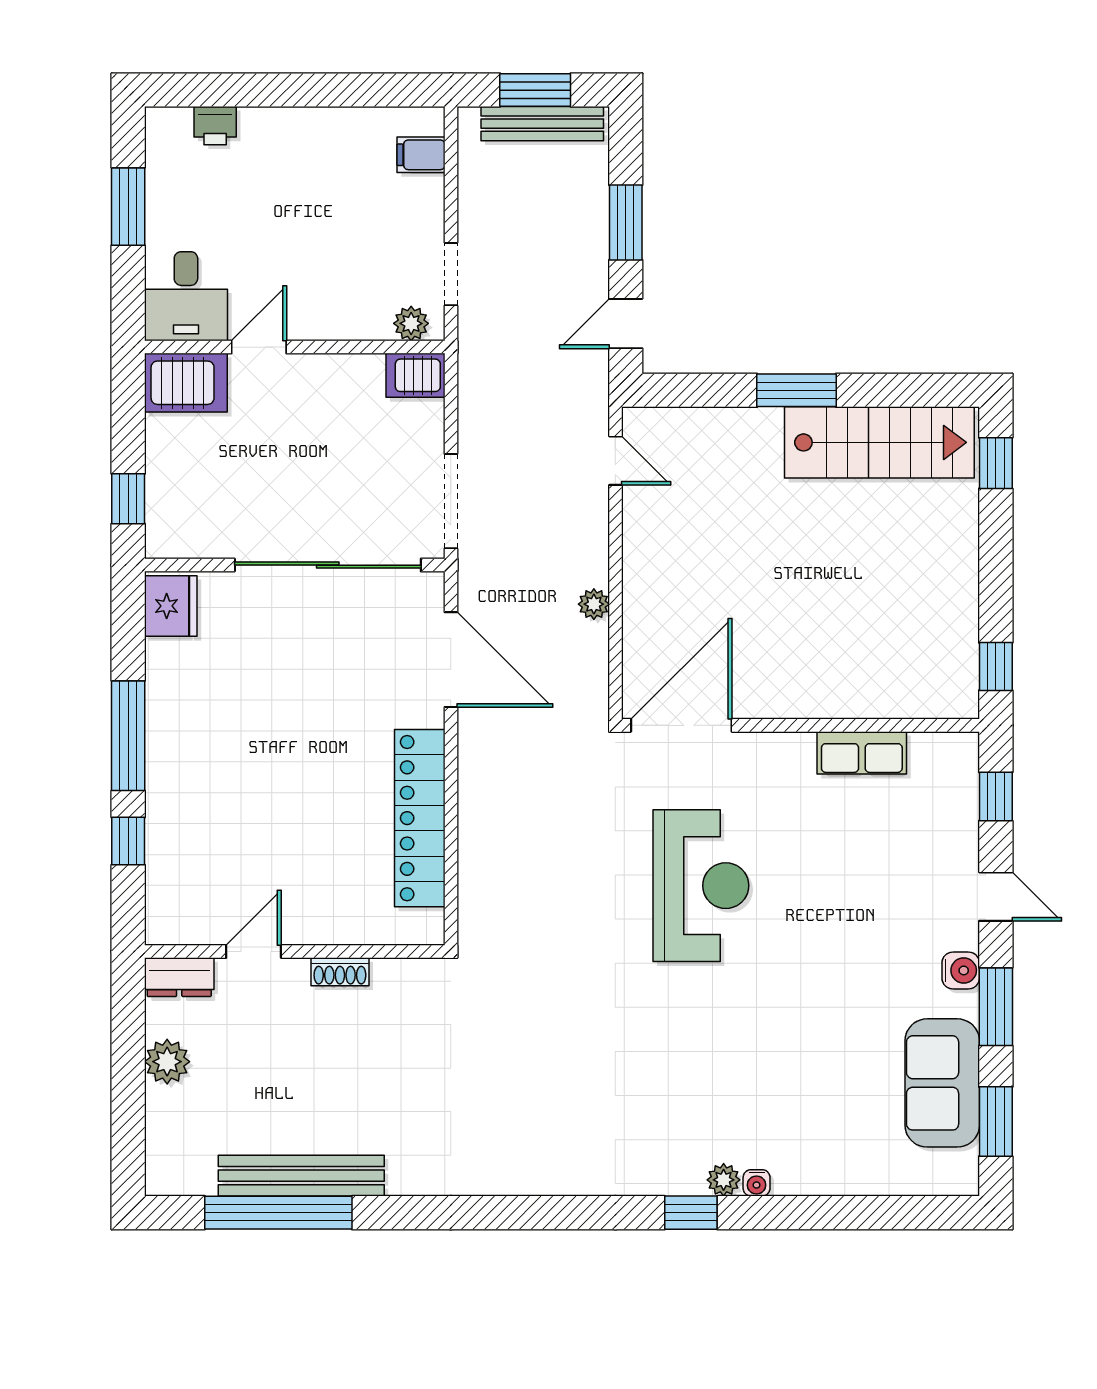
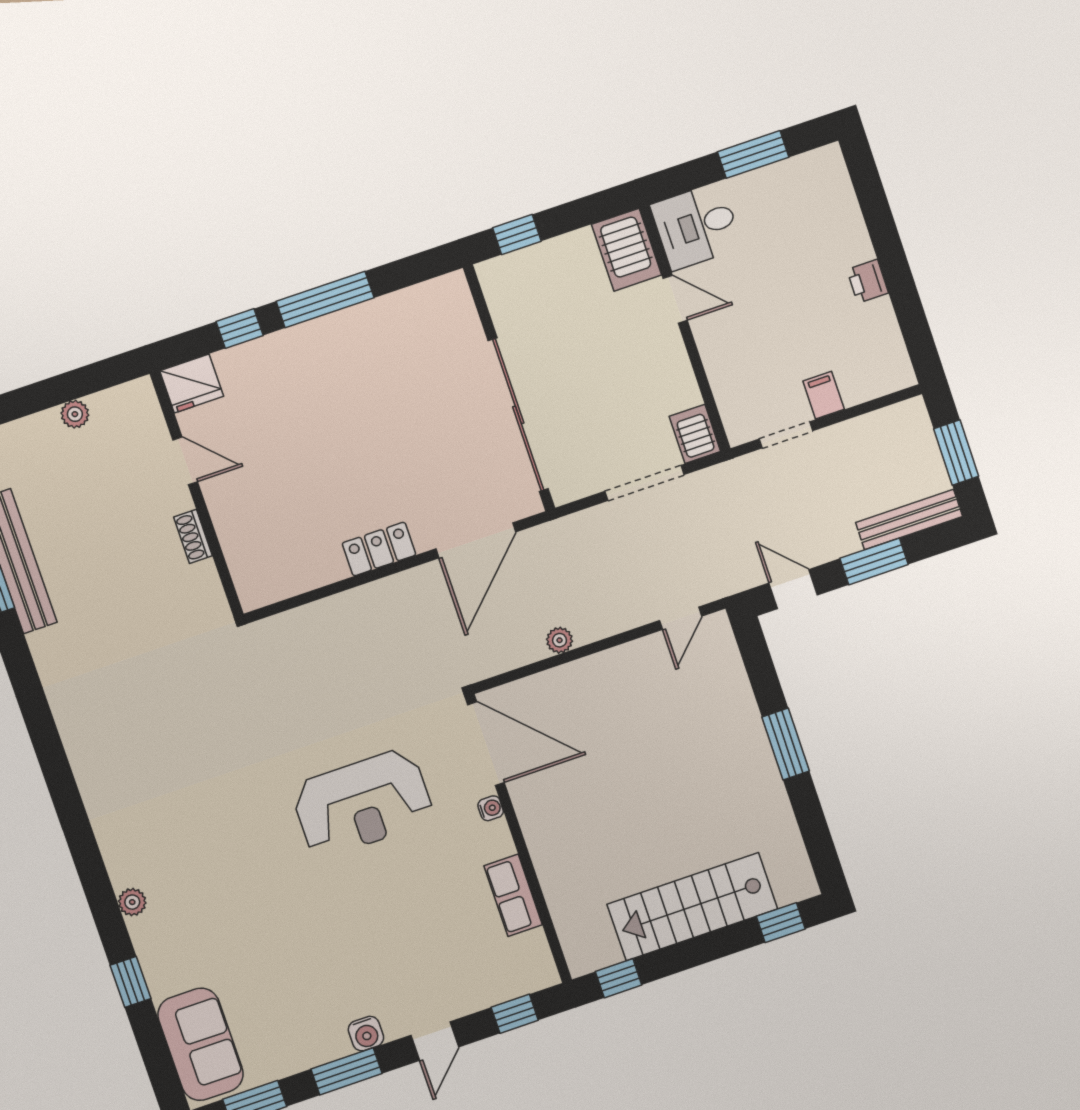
bench: (542, 124) -> (909, 520), moved, turned 90
printer: (215, 126) -> (868, 281), moved
filing cabinet: (421, 155) -> (824, 395), moved
plant: (411, 323) -> (735, 416), removed
stairs: (879, 442) -> (692, 907), moved, turned 90
doorway: (451, 501) -> (645, 483), moved
fridge: (171, 606) -> (192, 383), moved
locker: (420, 818) -> (379, 549), width x0.46, depth x0.83
dresser: (179, 977) -> (144, 407), removed
plant: (167, 1062) -> (75, 414), width x0.73, depth x0.73
sofa: (942, 1083) -> (201, 1044), moved, turned 90
water cooler: (757, 1183) -> (491, 808), moved, turned 180
window: (691, 1213) -> (131, 982), moved

